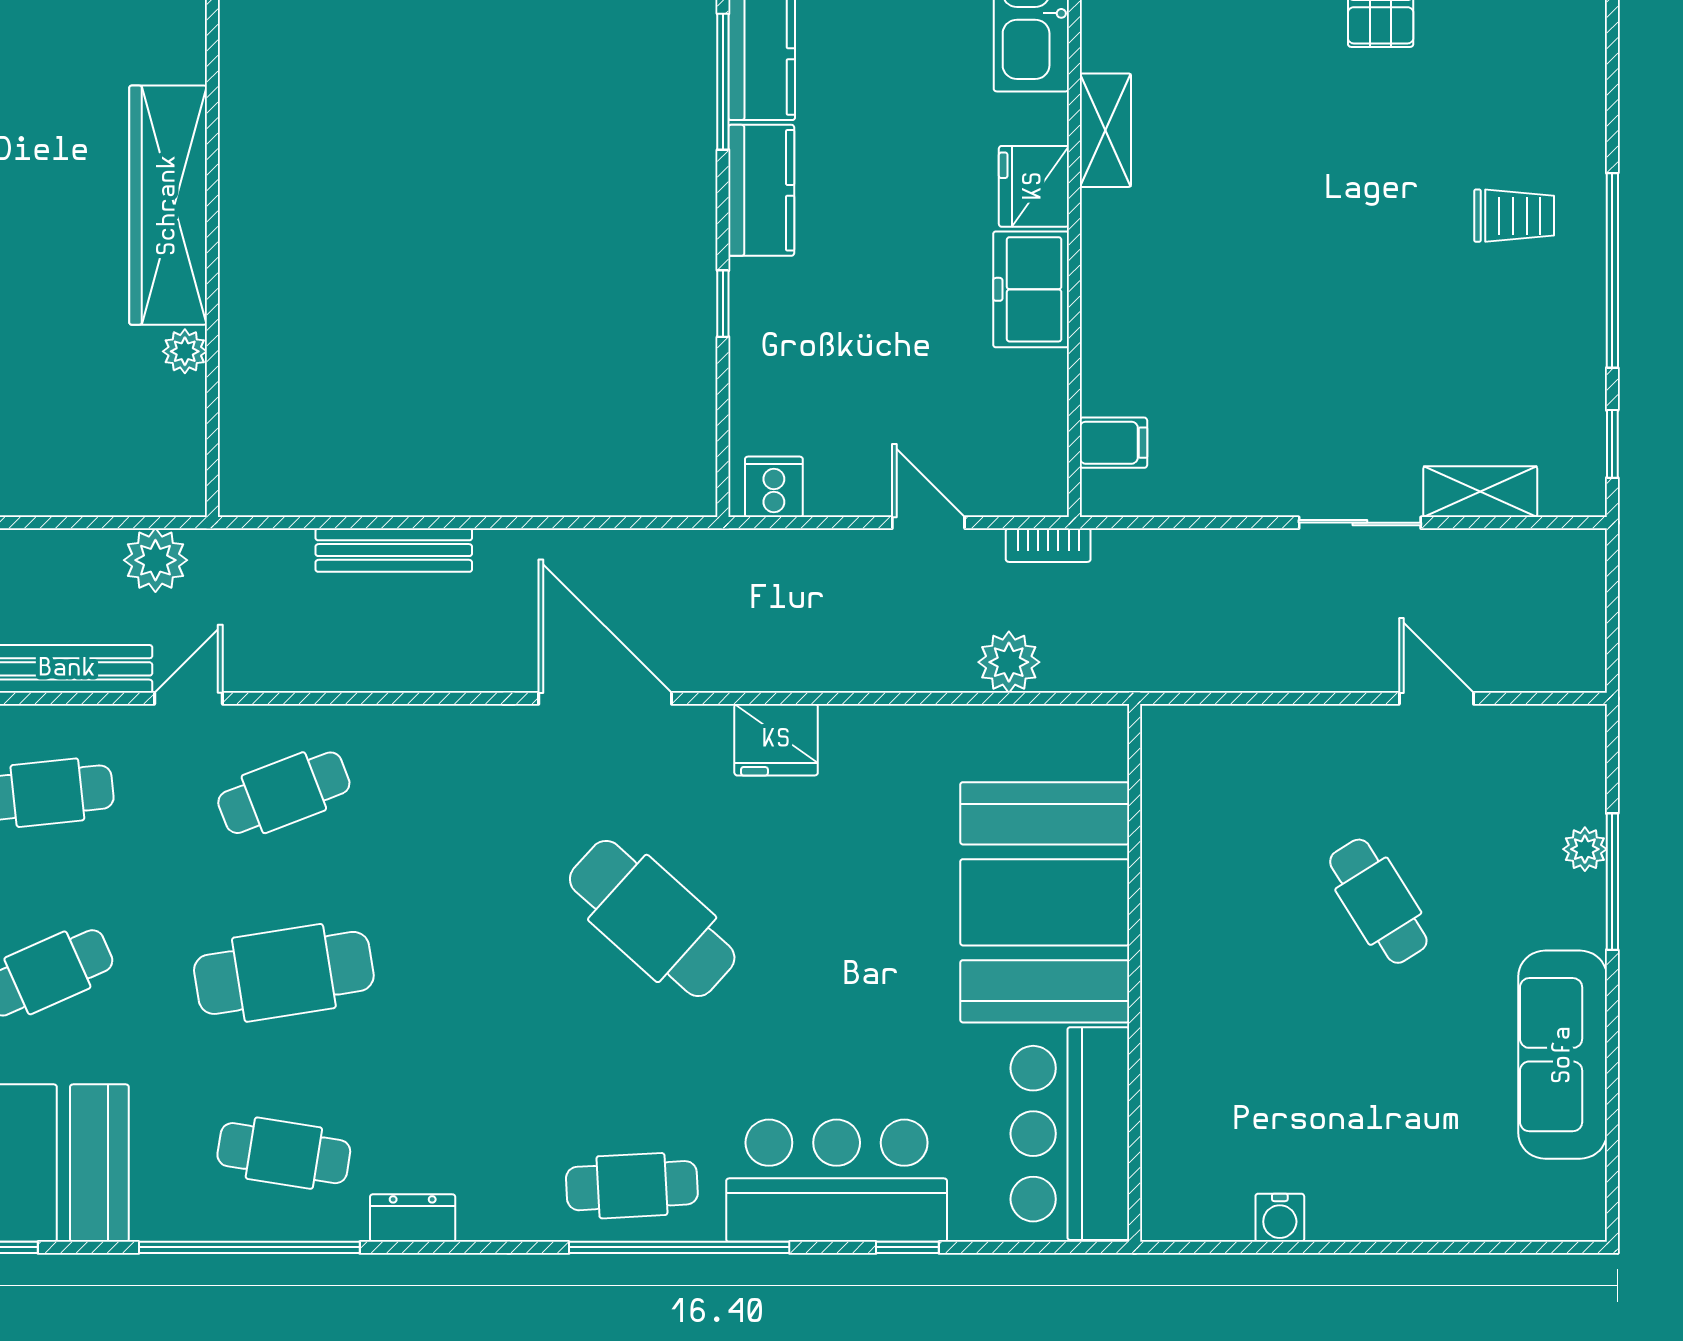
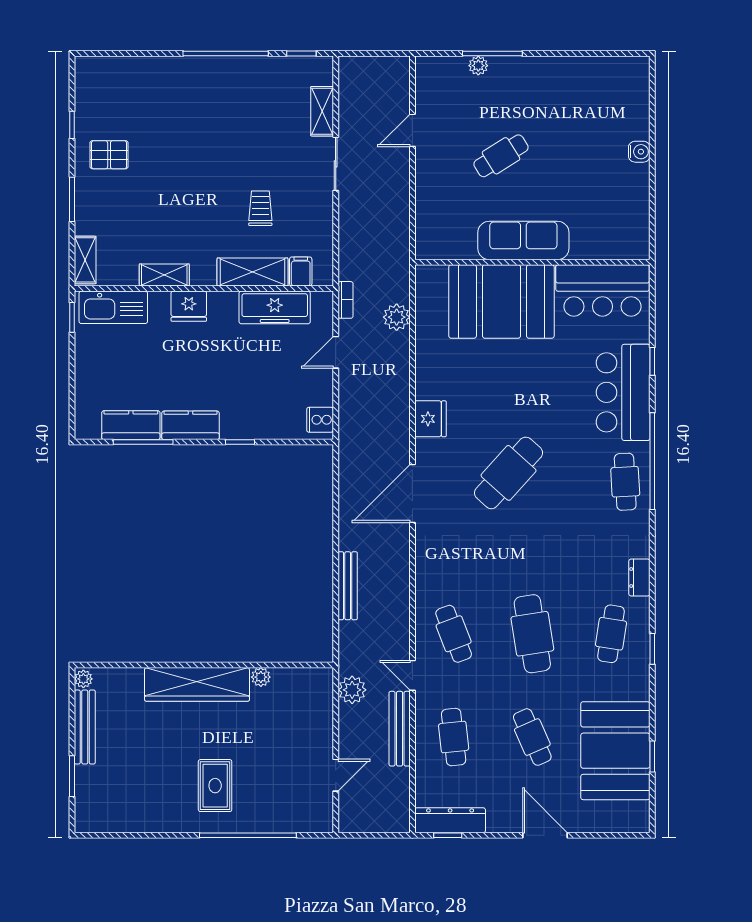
trolley: (1514, 216) -> (260, 208), moved
freezer: (1031, 289) -> (275, 307), moved, width x1.40
shelving: (1112, 332) -> (253, 272), added
sofa: (1563, 1055) -> (523, 240), moved, turned 180
water cooler: (1280, 1218) -> (639, 152), moved
window: (249, 1247) -> (652, 649), width x0.32

